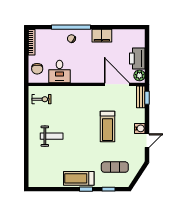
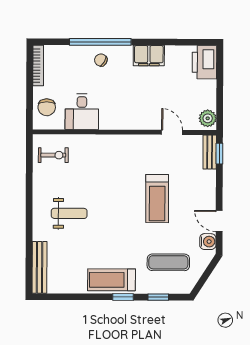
printer: (137, 58) -> (204, 62), moved
door: (117, 84) -> (172, 132), width x0.53
water cooler: (140, 128) -> (208, 242), moved
door: (147, 141) -> (219, 221), swing flipped
bench: (33, 171) -> (40, 267), added

